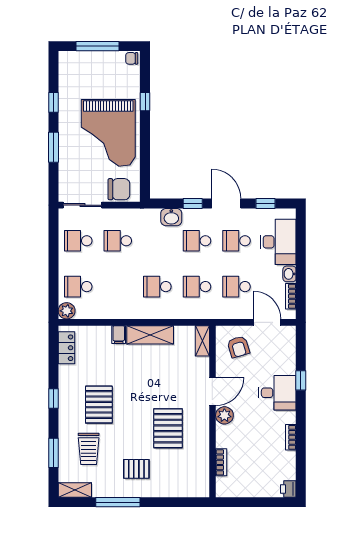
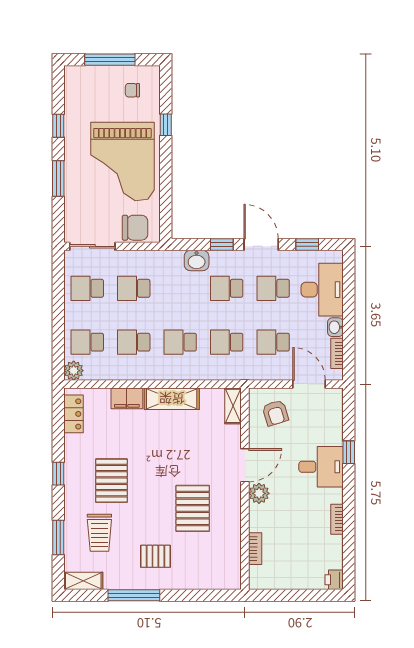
chair: (132, 58) -> (132, 90), moved
school desk: (118, 287) -> (134, 342), added
filing cabinet: (119, 335) -> (127, 398), width x2.00

